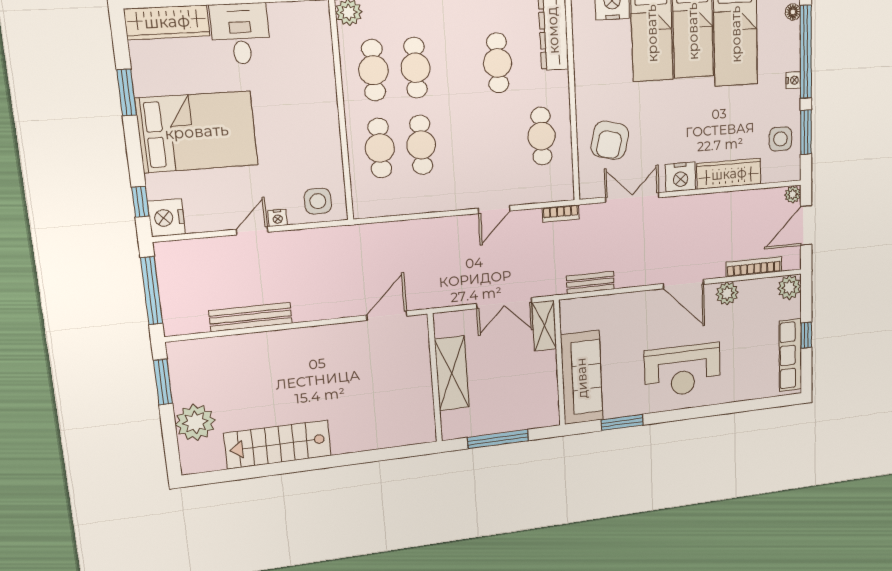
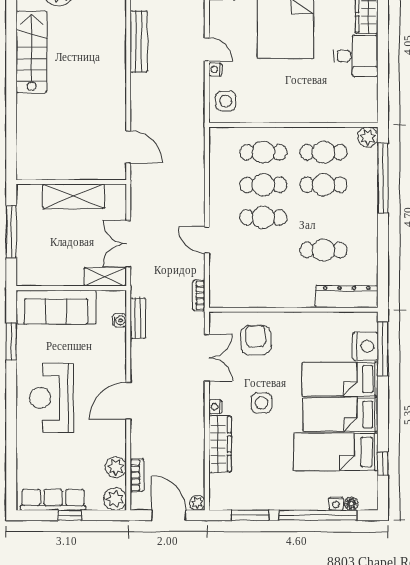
nightstand: (793, 80) -> (336, 504), moved
cafe table: (541, 136) -> (263, 217), moved
side table: (780, 139) -> (261, 403), moved
armchair: (610, 140) -> (256, 340), turned 73
nightstand: (681, 177) -> (215, 407), width x0.53, depth x0.56
bookcase: (754, 267) -> (137, 475), width x0.64
plant: (727, 293) -> (116, 467), moved
water cooler: (594, 304) -> (119, 320), added

